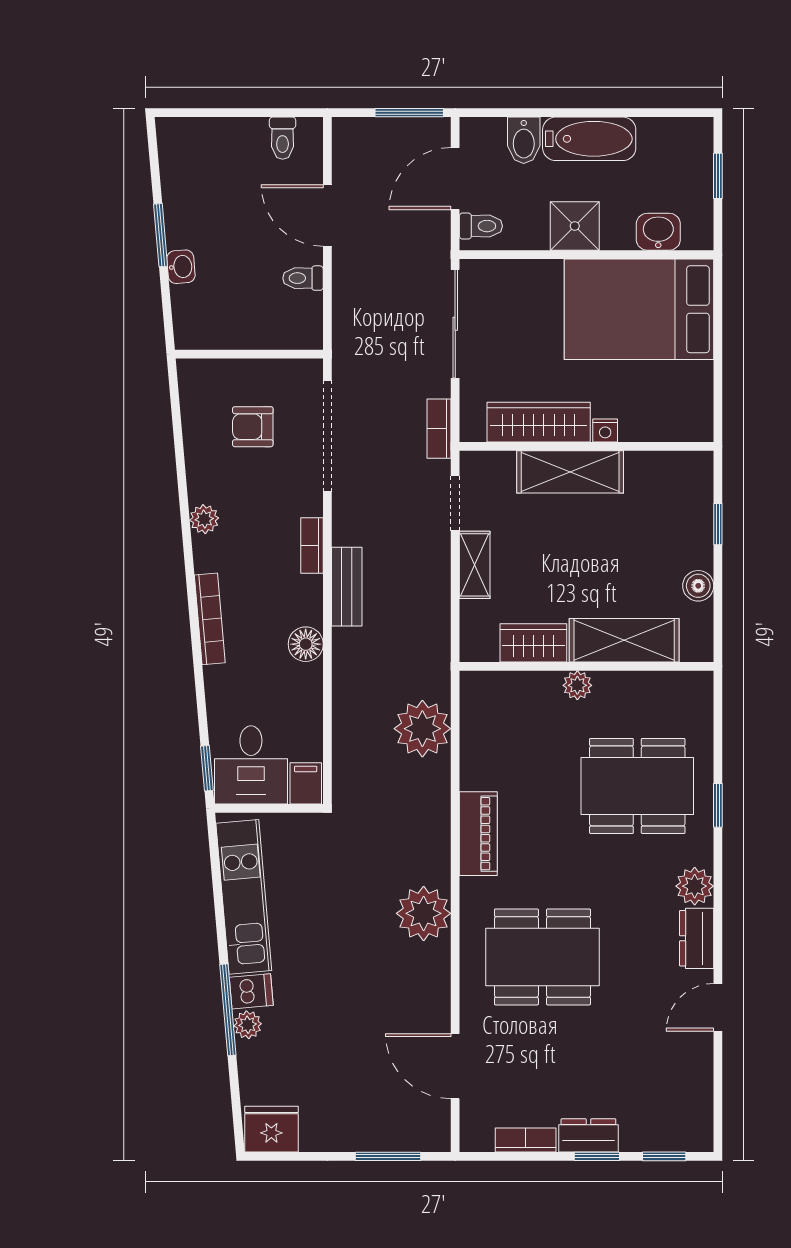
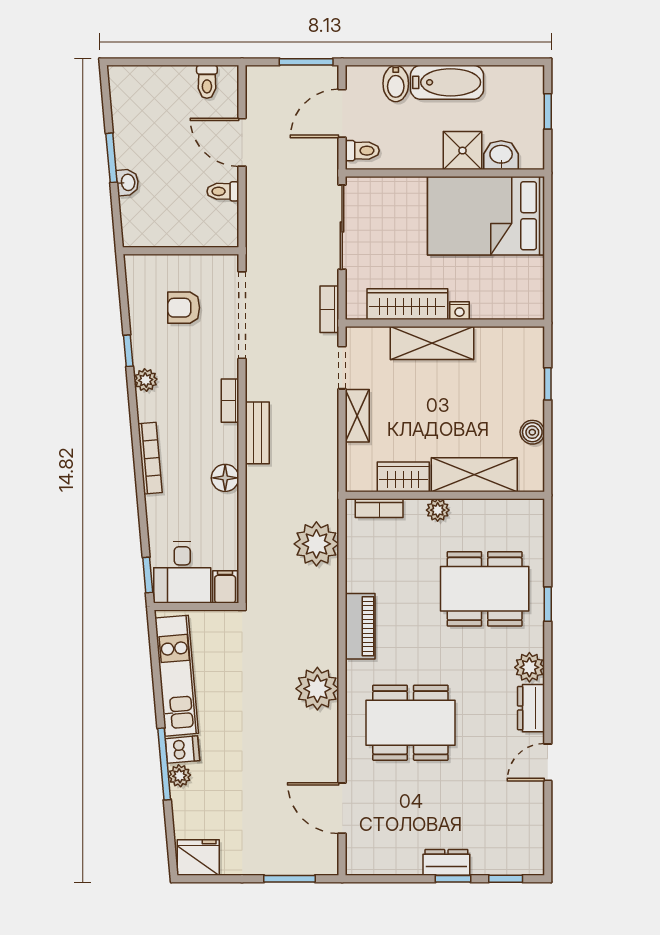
shower: (575, 226) -> (463, 151), moved
window: (182, 482) -> (128, 351), added
bookcase: (526, 1140) -> (379, 508), moved, turned 180

